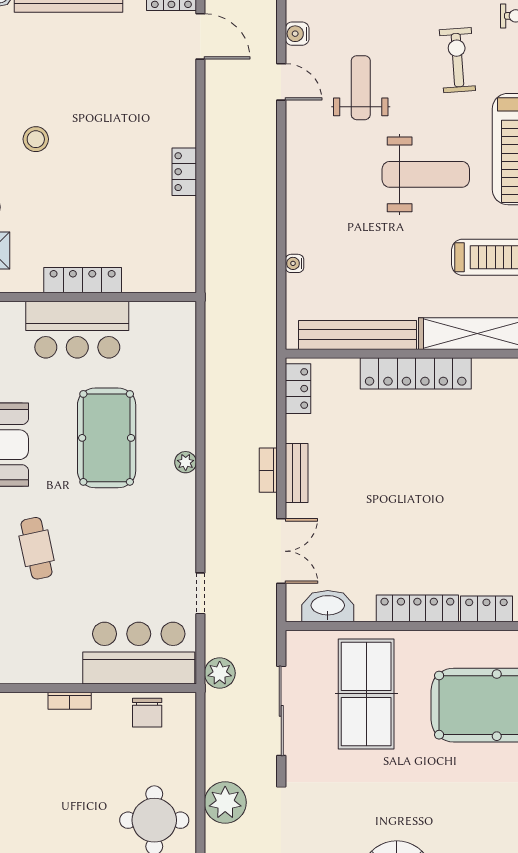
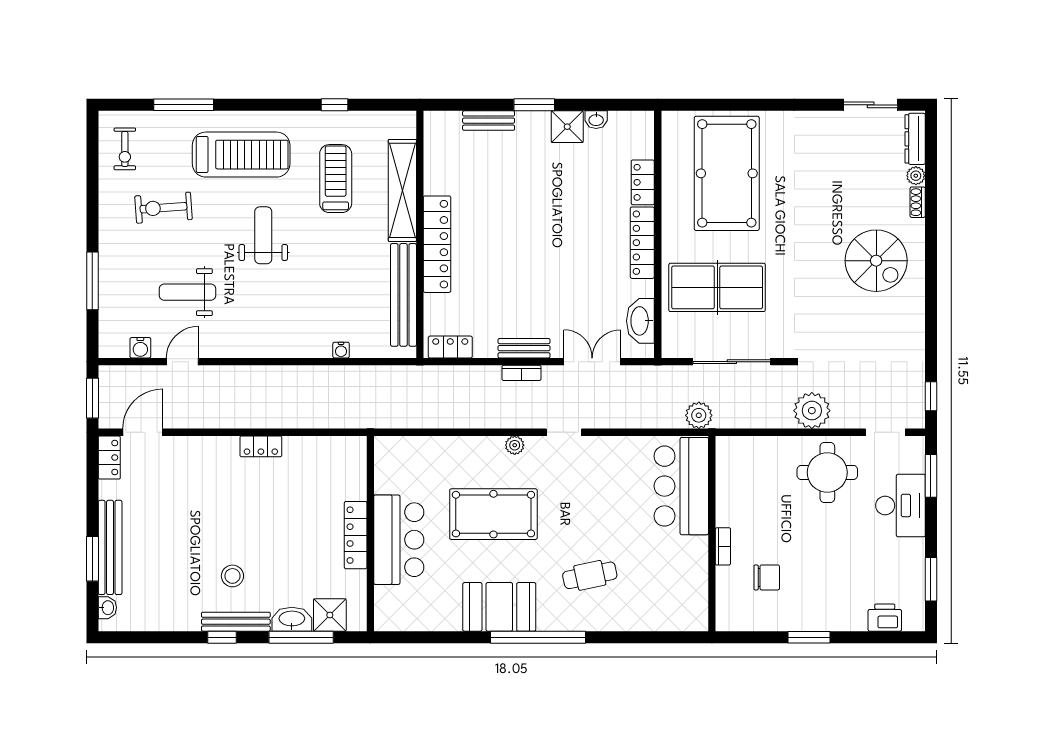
weight bench: (426, 174) -> (263, 235), width x0.73, depth x0.75
doorway: (200, 593) -> (564, 432), moved
chair: (147, 713) -> (767, 577), moved

